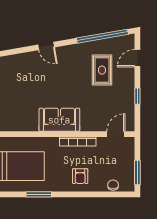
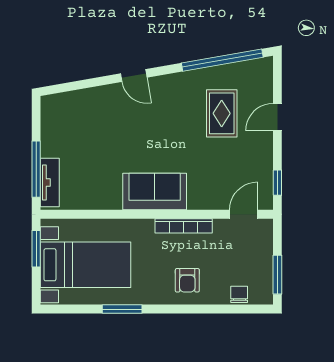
door: (137, 58) -> (277, 117), moved
window: (137, 96) -> (277, 183), moved

